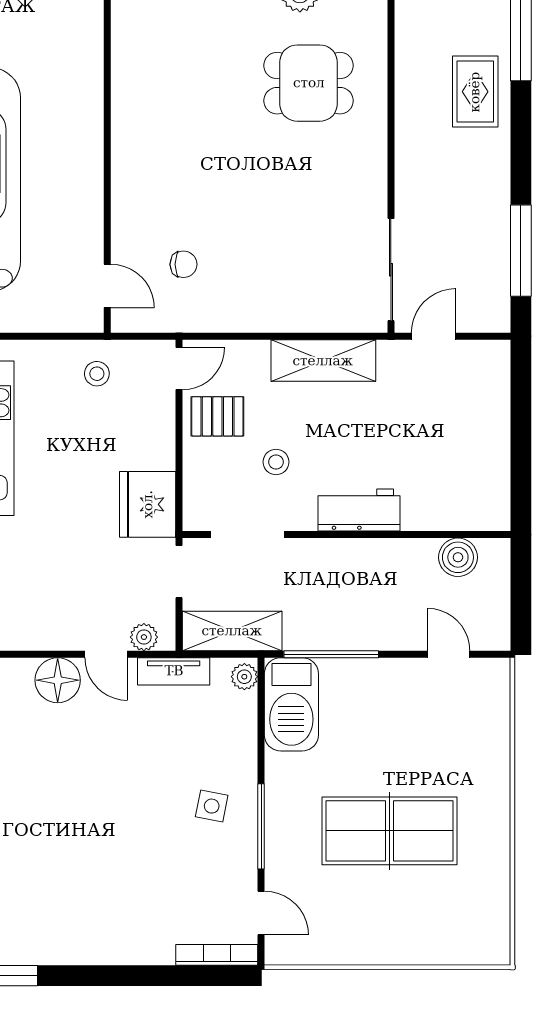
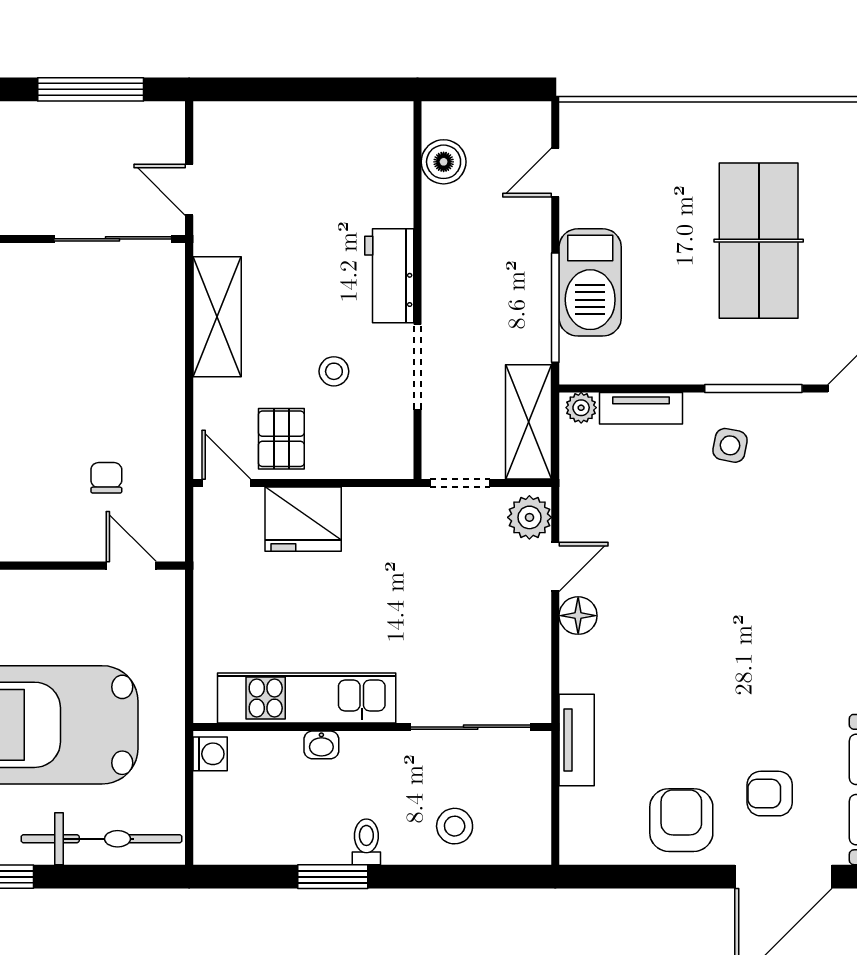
door: (107, 286) -> (131, 566), hinge flipped
stool: (97, 374) -> (232, 578), removed
fridge: (148, 504) -> (303, 519), moved
doorway: (248, 535) -> (417, 367), moved
plant: (144, 637) -> (529, 517), width x1.38, depth x1.38
tv unit: (174, 671) -> (641, 408), moved, turned 90
floor lamp: (58, 680) -> (578, 616), width x0.73, depth x0.73
barbecue: (291, 704) -> (590, 282), moved, turned 90

